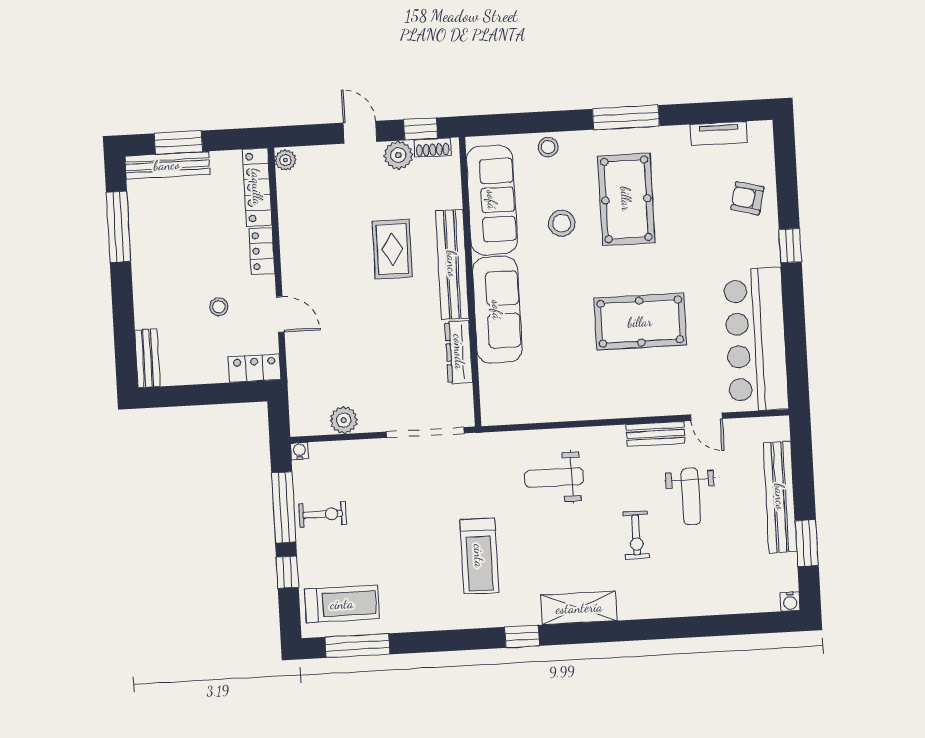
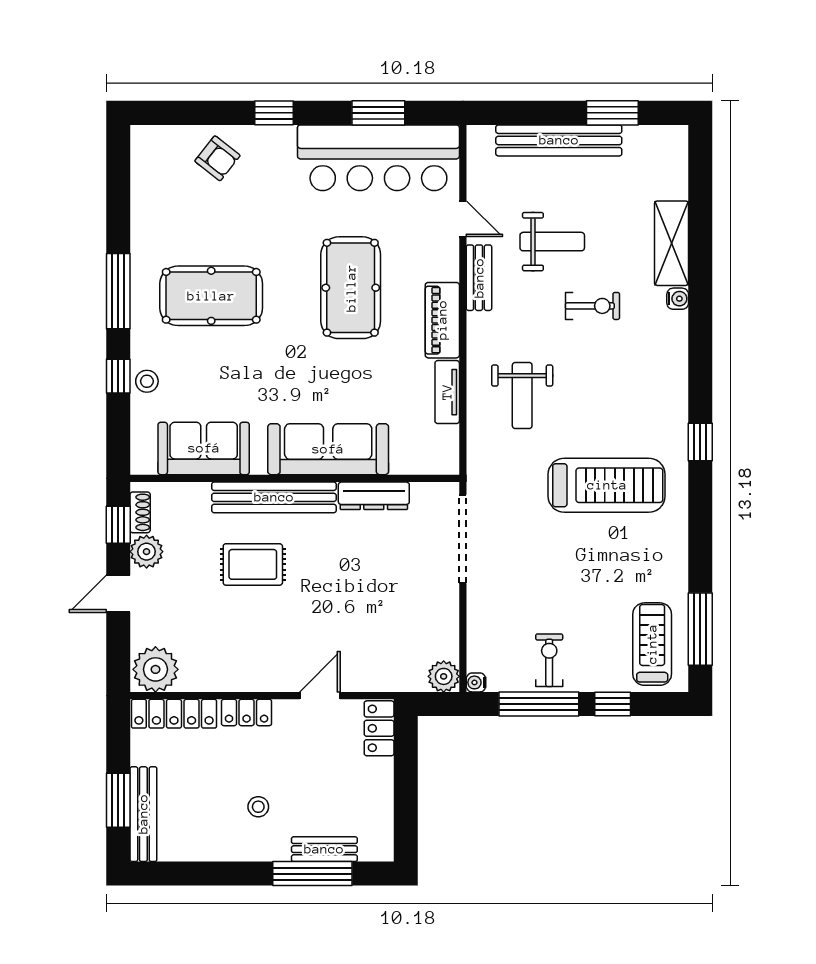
window: (551, 122) -> (118, 376), added
tv unit: (719, 133) -> (447, 392), moved, turned 180
plant: (285, 160) -> (155, 669), width x1.88, depth x1.88
armchair: (747, 198) -> (217, 158), turned -66
sofa: (492, 200) -> (204, 448), width x0.73
stool: (562, 223) -> (234, 371), removed
window: (118, 227) -> (312, 874), moved
stool: (219, 307) -> (258, 807), moved
window: (795, 337) -> (378, 113), added
bench: (147, 358) -> (324, 849), moved
piano: (616, 404) -> (442, 320), added
door: (706, 417) -> (463, 219), hinge flipped
plant: (344, 420) -> (444, 676), moved
treadmill: (479, 556) -> (607, 485), width x1.37, depth x1.38
water cooler: (790, 601) -> (678, 299), moved
shelving: (579, 608) -> (671, 243), moved

